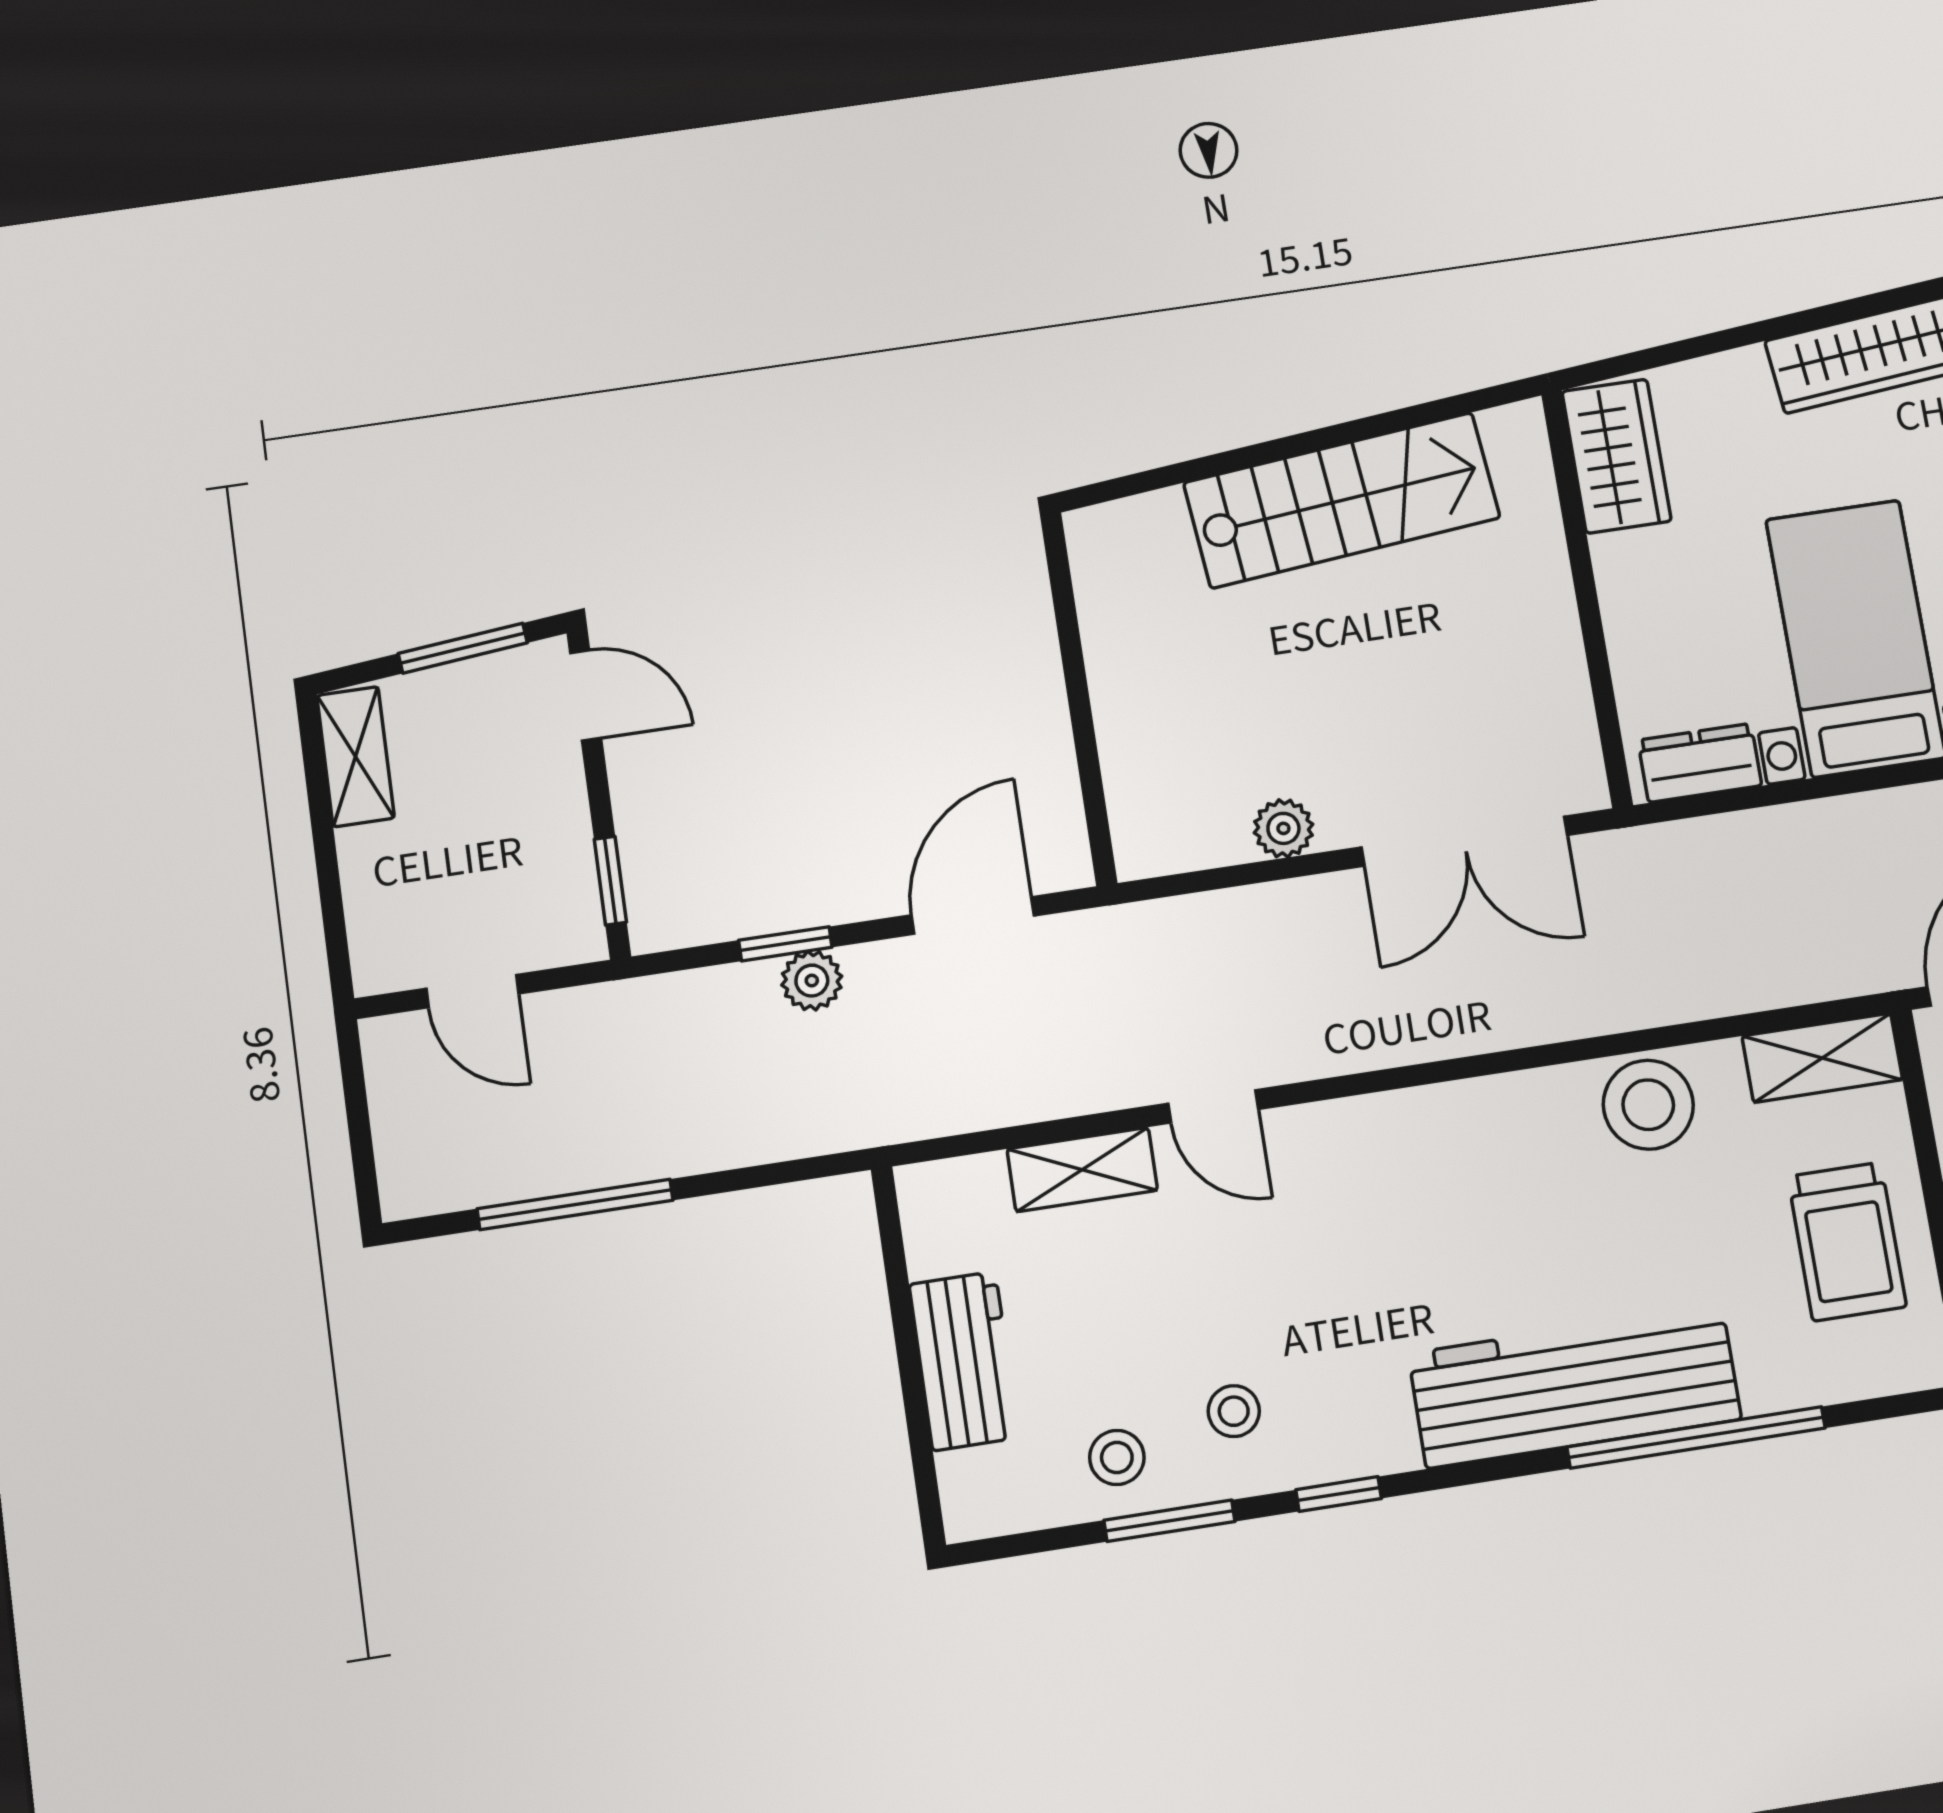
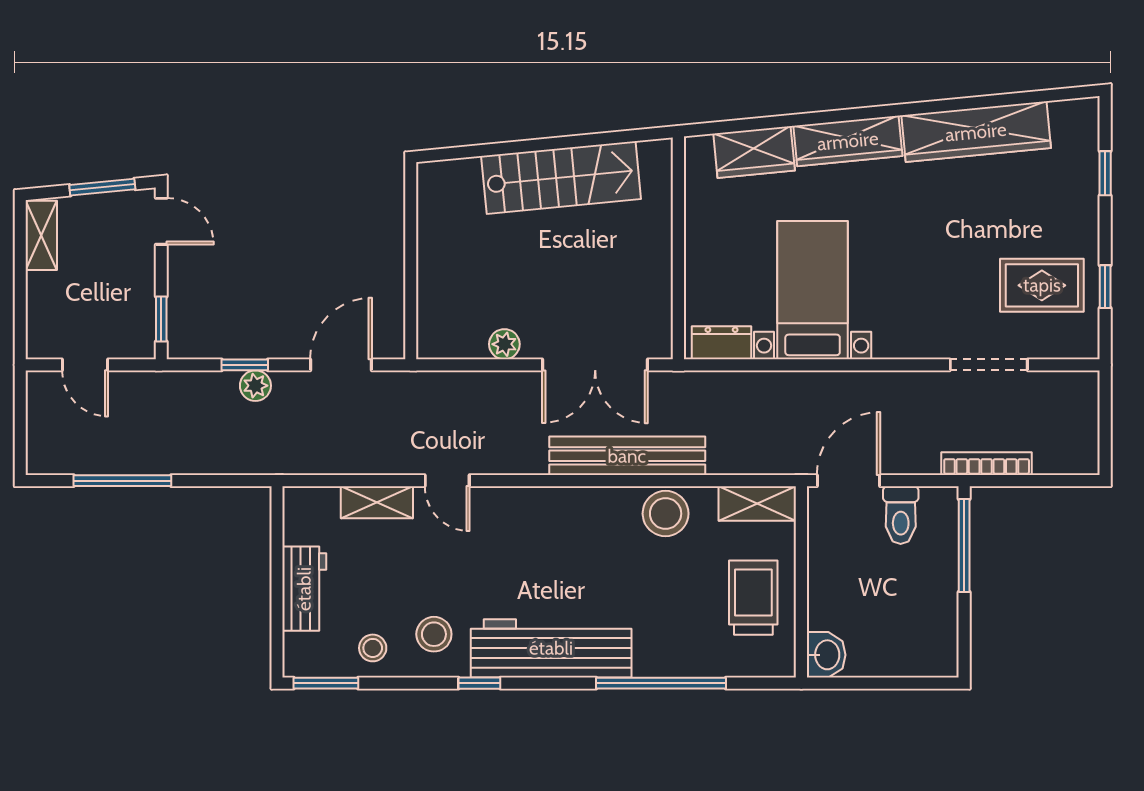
wardrobe: (1617, 456) -> (754, 152), moved, turned 84
bench: (1555, 1005) -> (627, 456), added
trolley: (1847, 1242) -> (753, 598), turned 180
workbench: (1575, 1386) -> (551, 648), moved
stool: (1234, 1411) -> (434, 634), width x1.37, depth x1.37
window: (1169, 1521) -> (326, 683), moved

